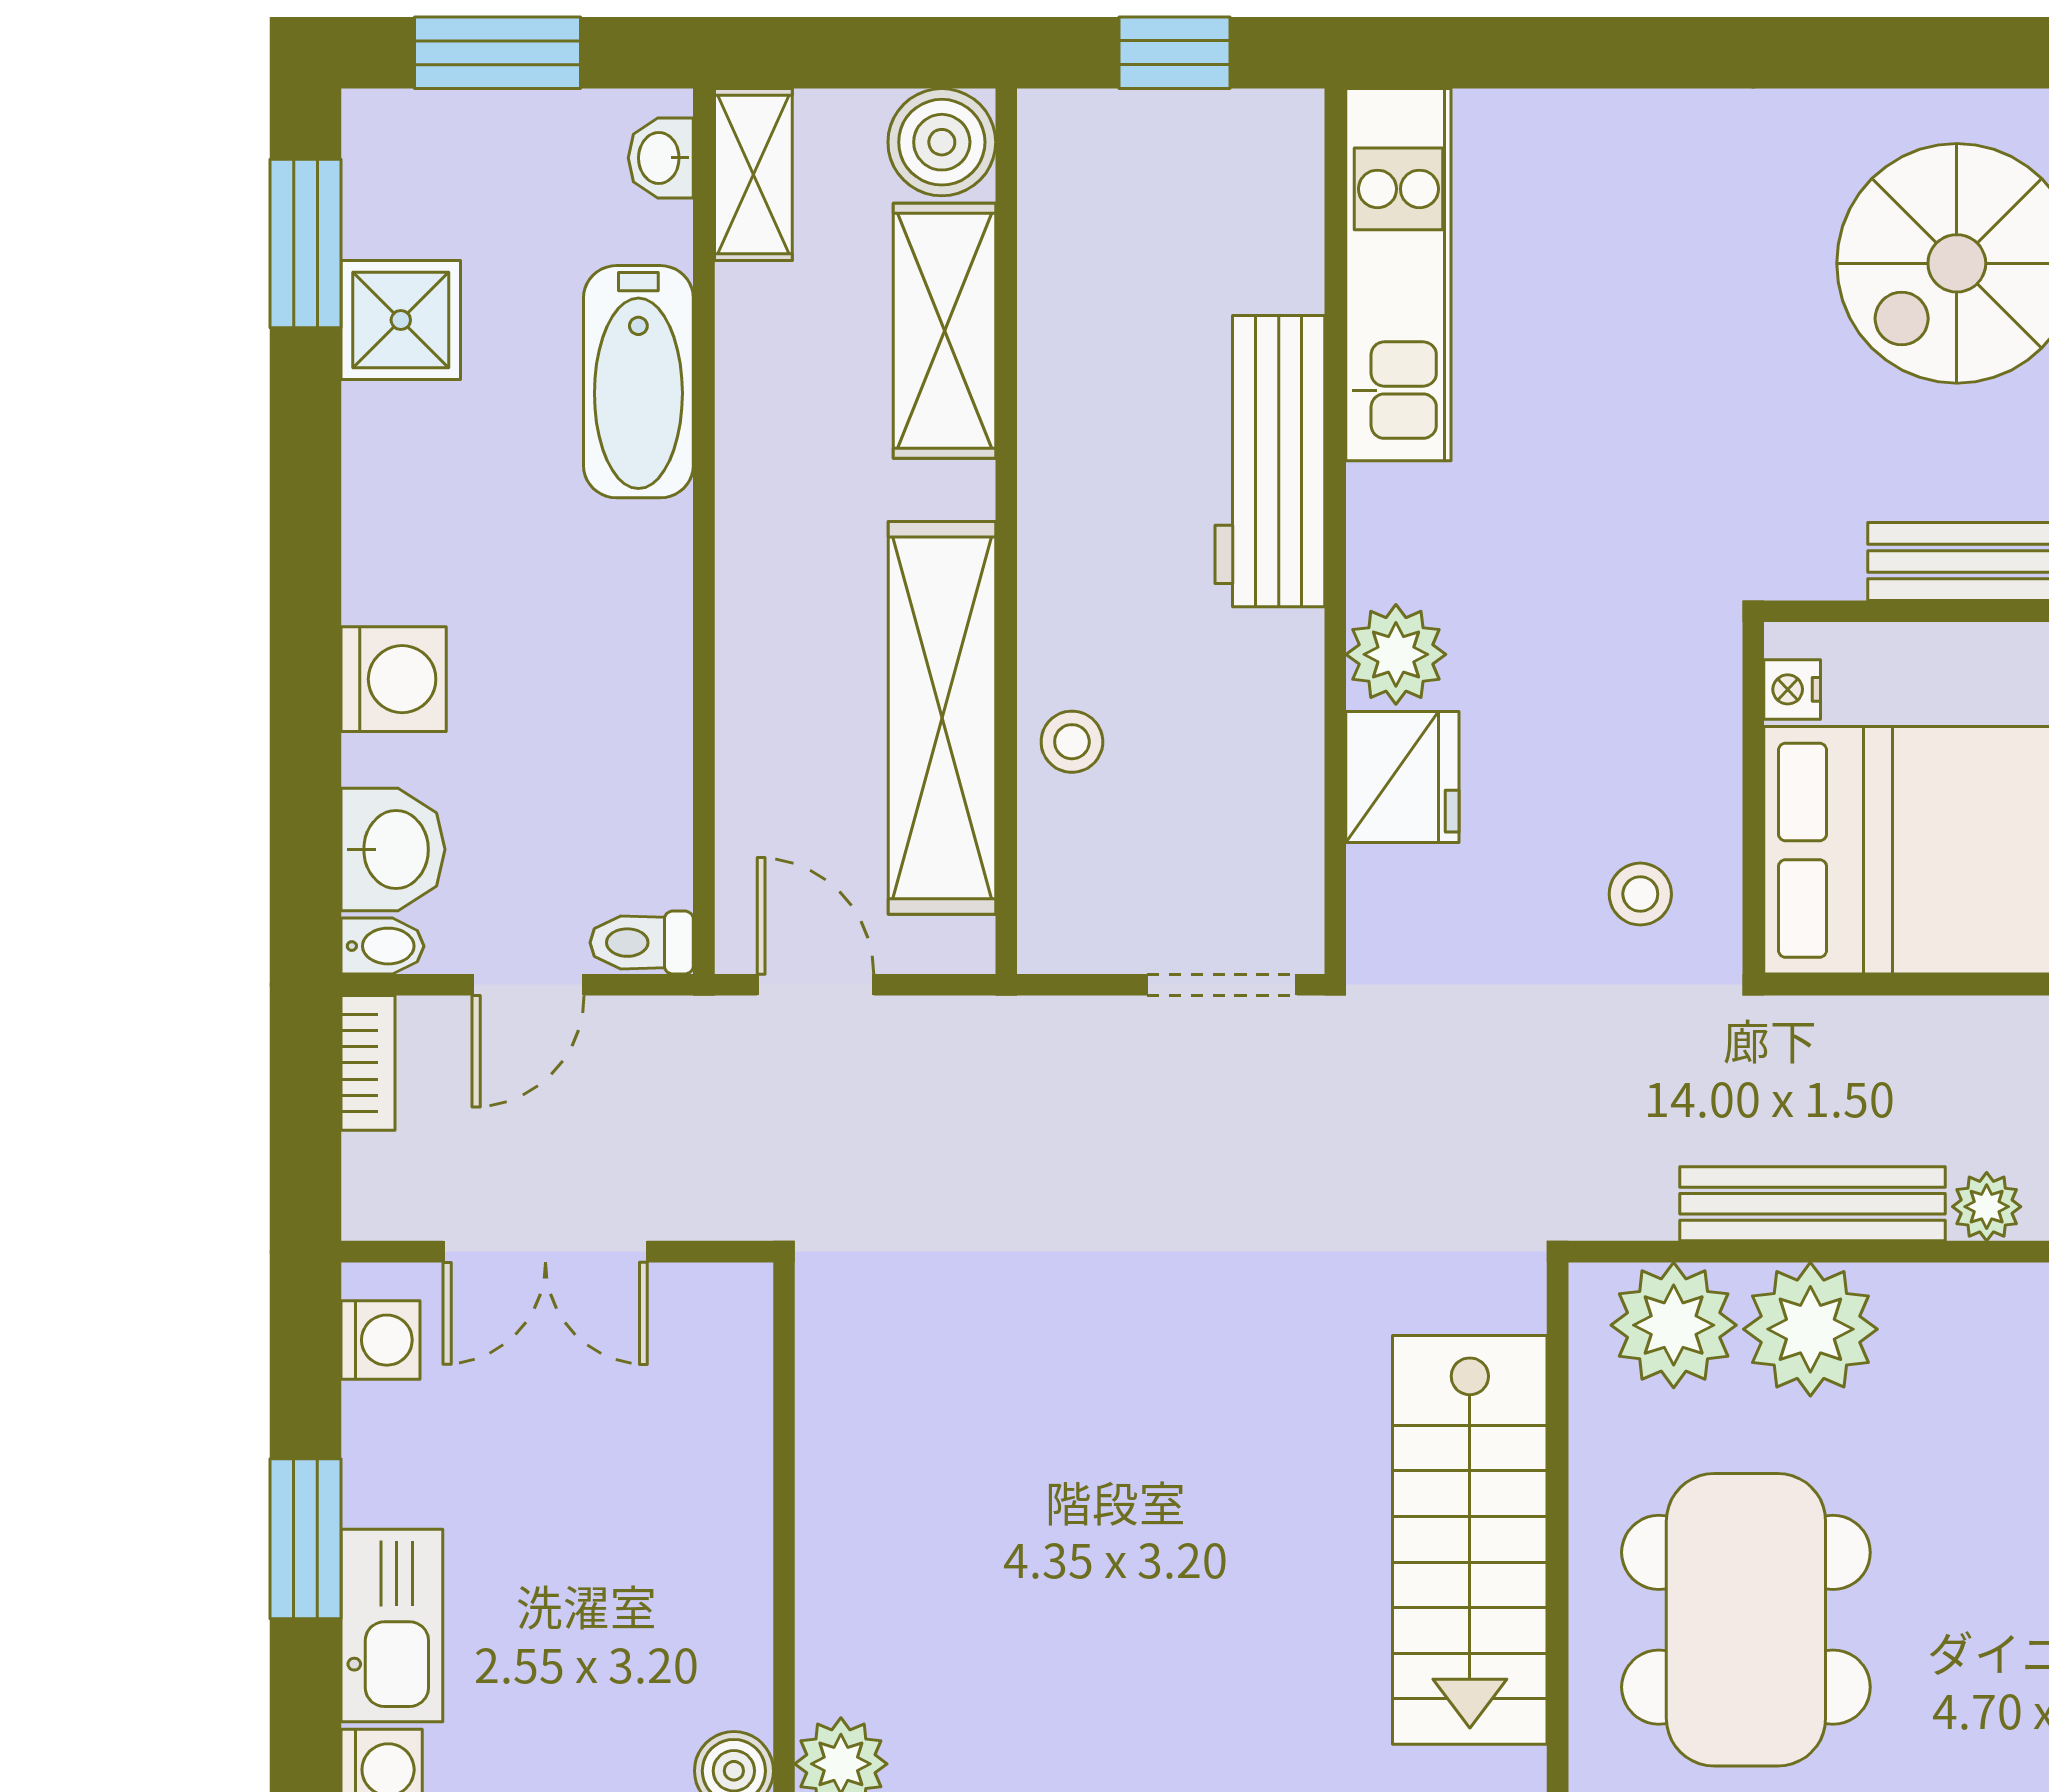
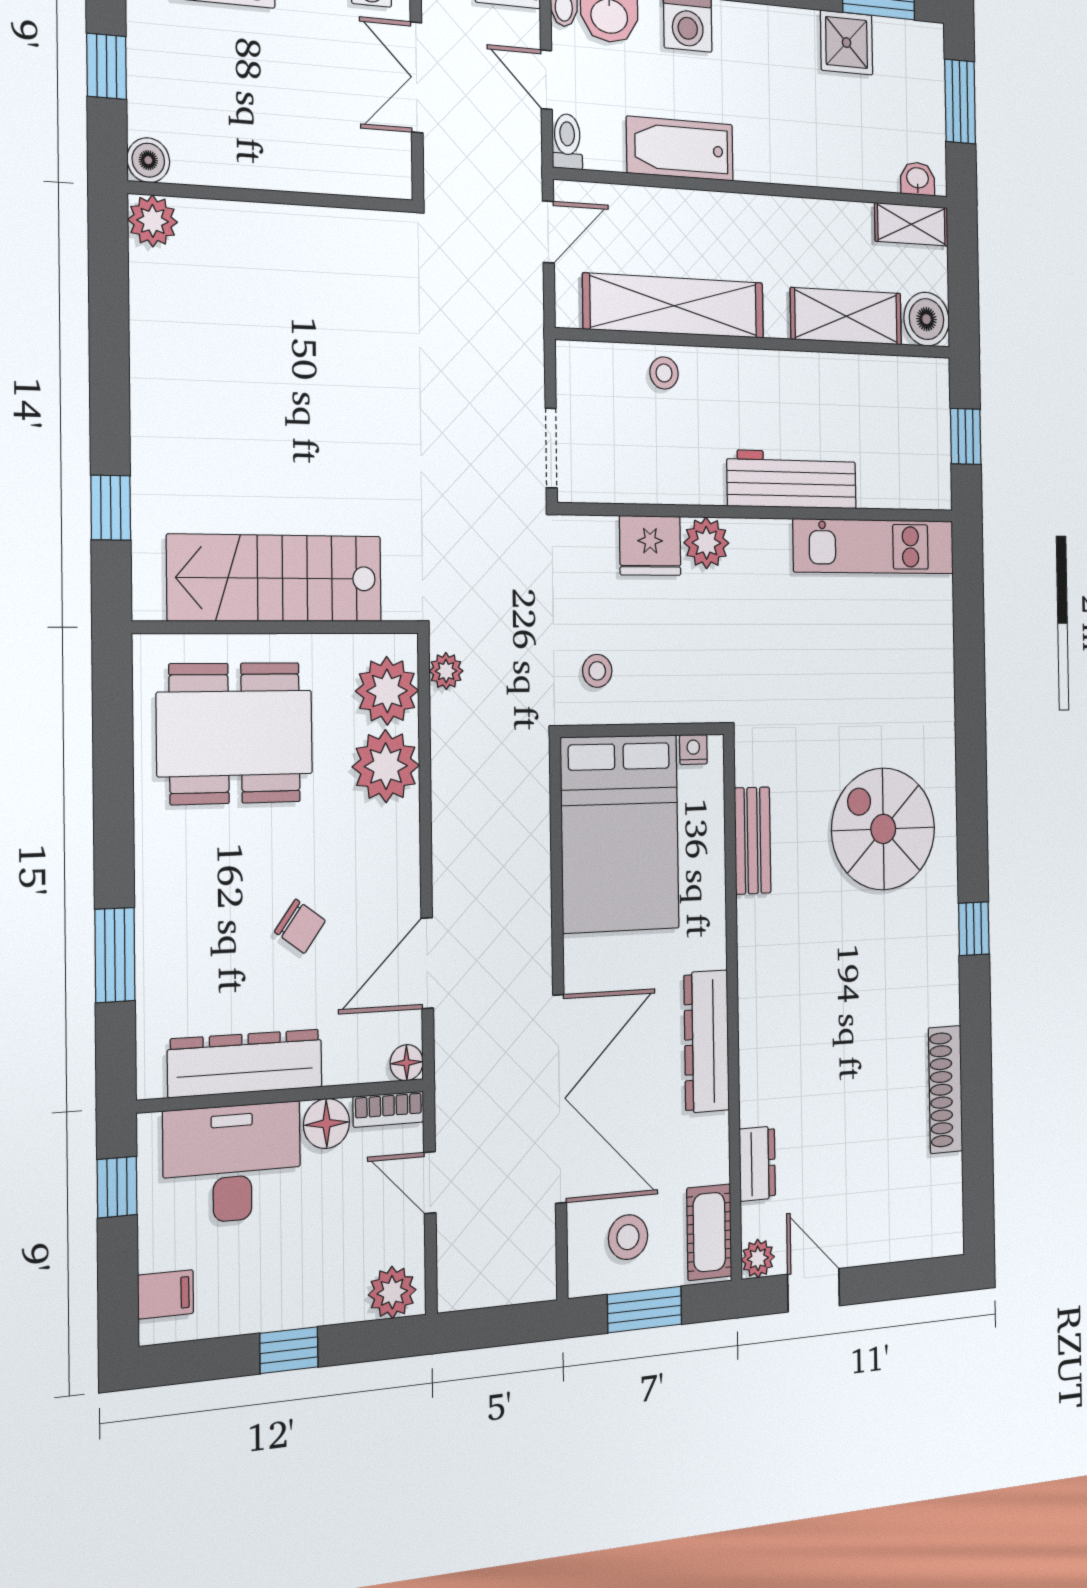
bathtub: (638, 382) -> (680, 149), moved
bench: (1813, 1204) -> (449, 766), removed
plant: (1987, 1207) -> (446, 671), moved

